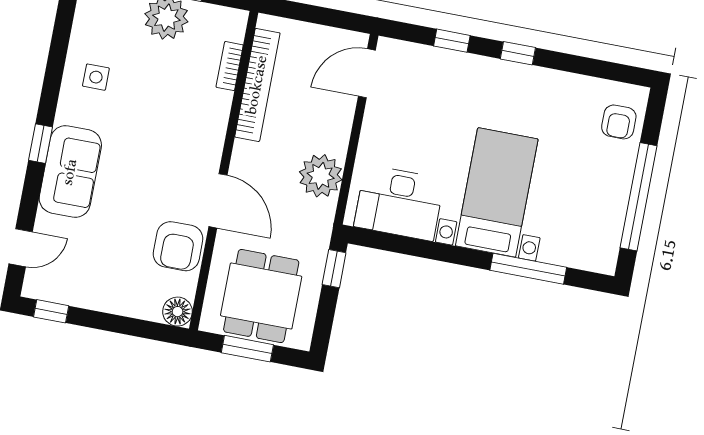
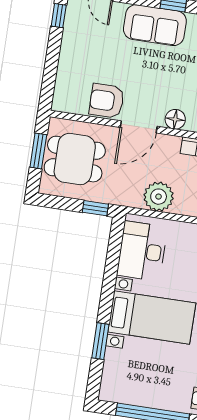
window: (528, 269) -> (100, 341), width x0.69
floor lamp: (177, 312) -> (175, 119), moved

